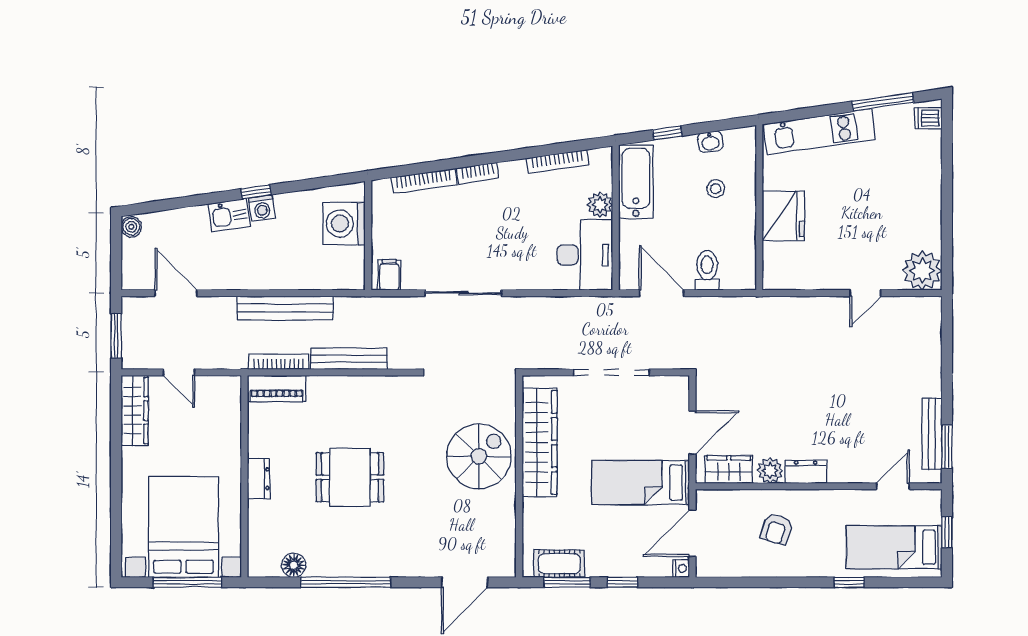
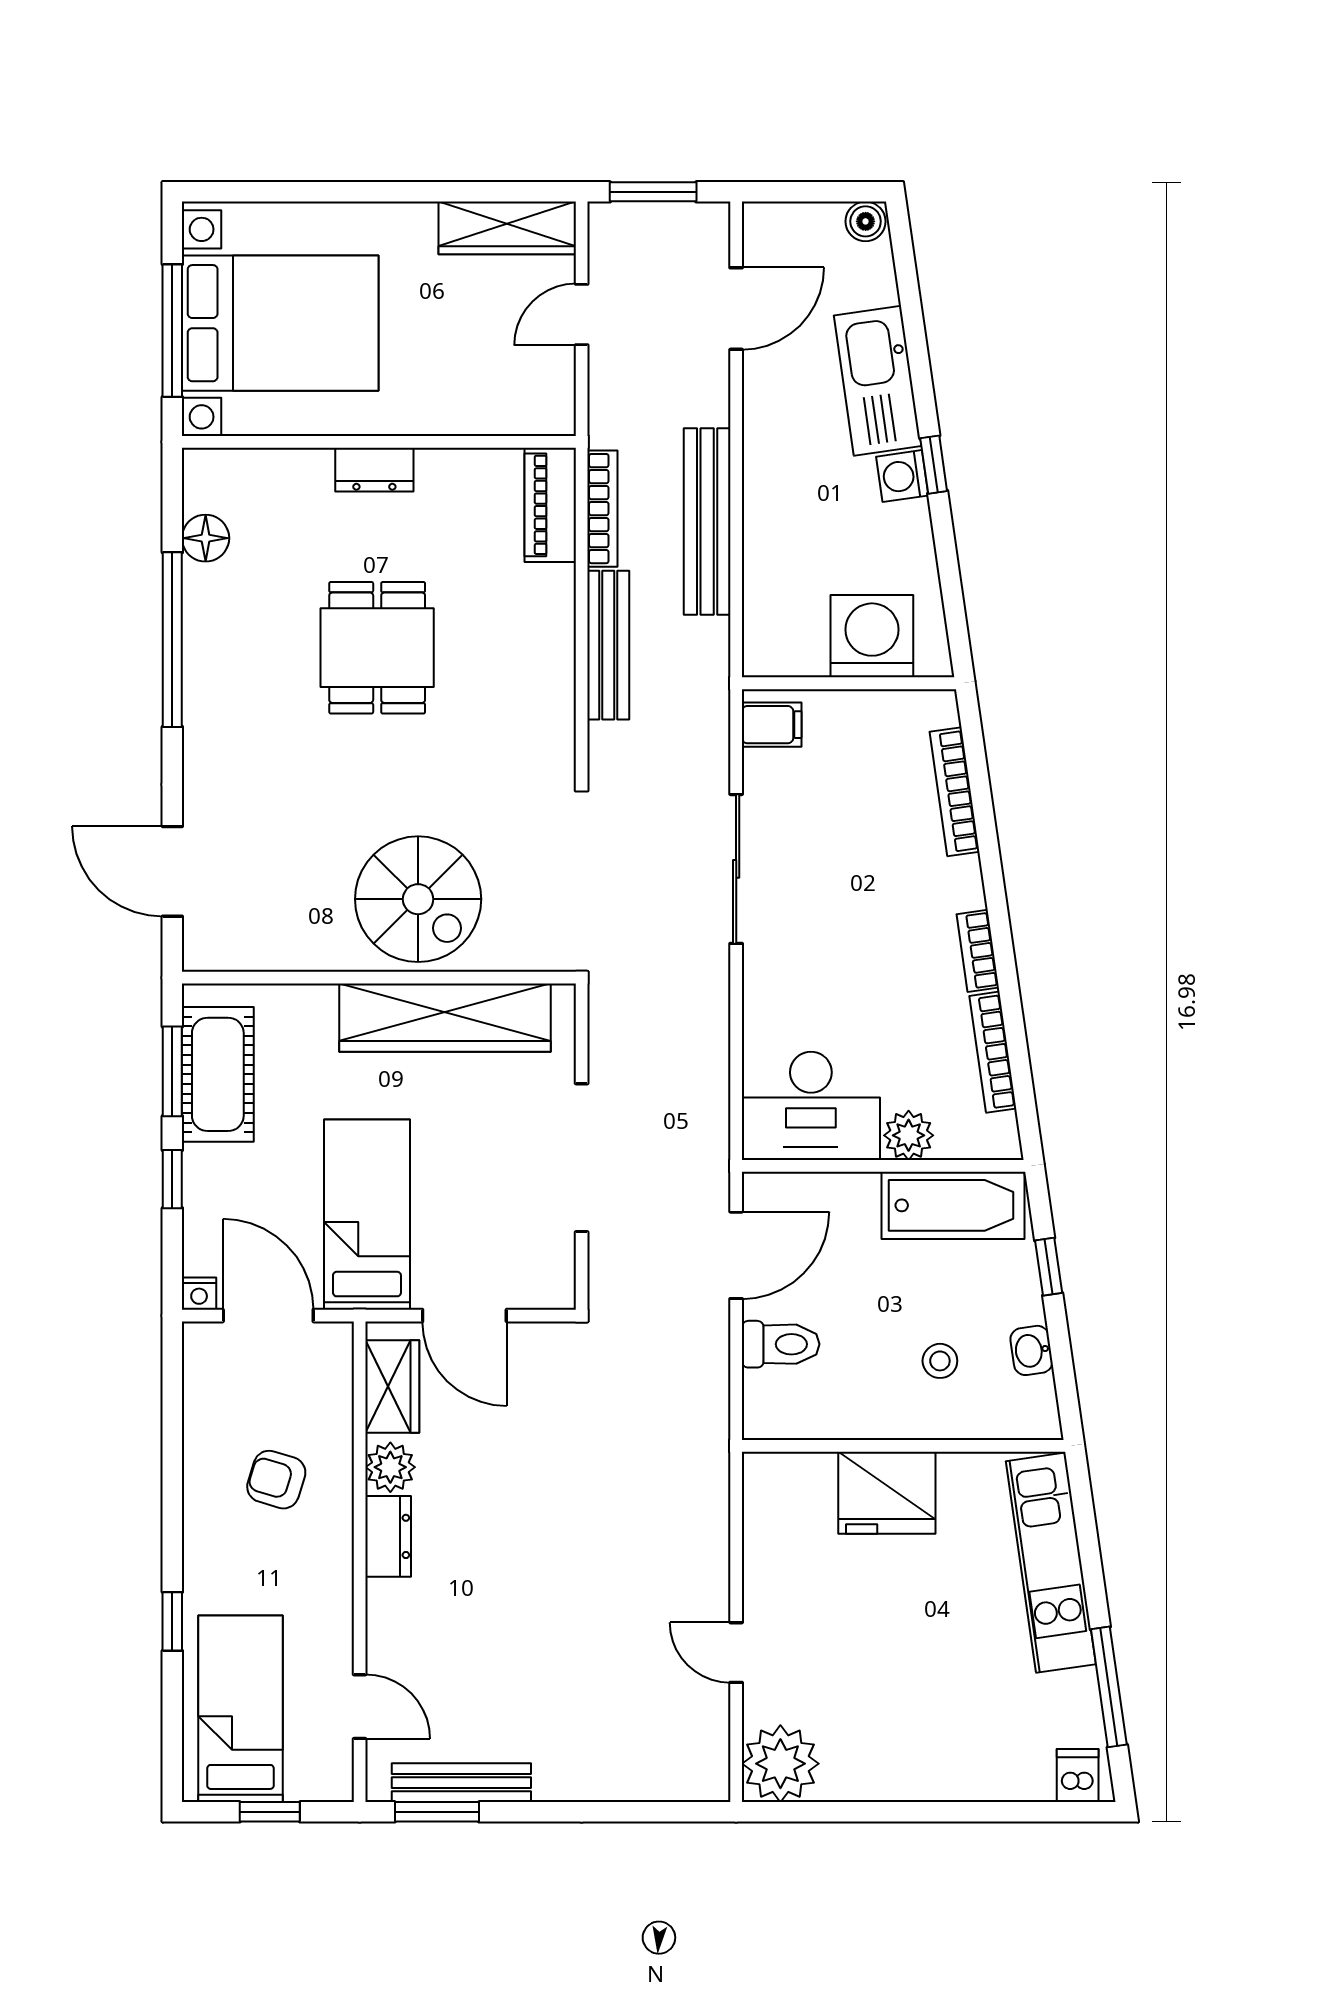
bookcase: (478, 173) -> (978, 951), moved
kitchen sink: (229, 215) -> (878, 381), width x1.88, depth x1.24
cot: (559, 564) -> (218, 1074), width x1.37, depth x1.34

